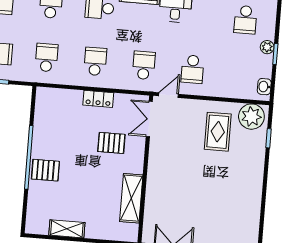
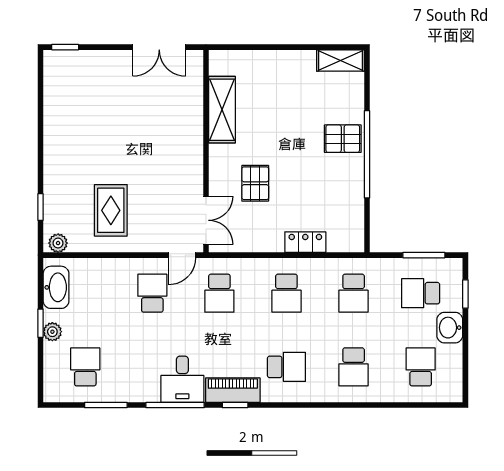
washbasin: (264, 87) -> (56, 287), width x1.91, depth x1.45
locker: (98, 99) -> (305, 242), moved
plant: (251, 117) -> (58, 243), width x0.53, depth x0.53
pallet: (111, 143) -> (255, 183), turned 90
shelving: (67, 229) -> (340, 61), moved

